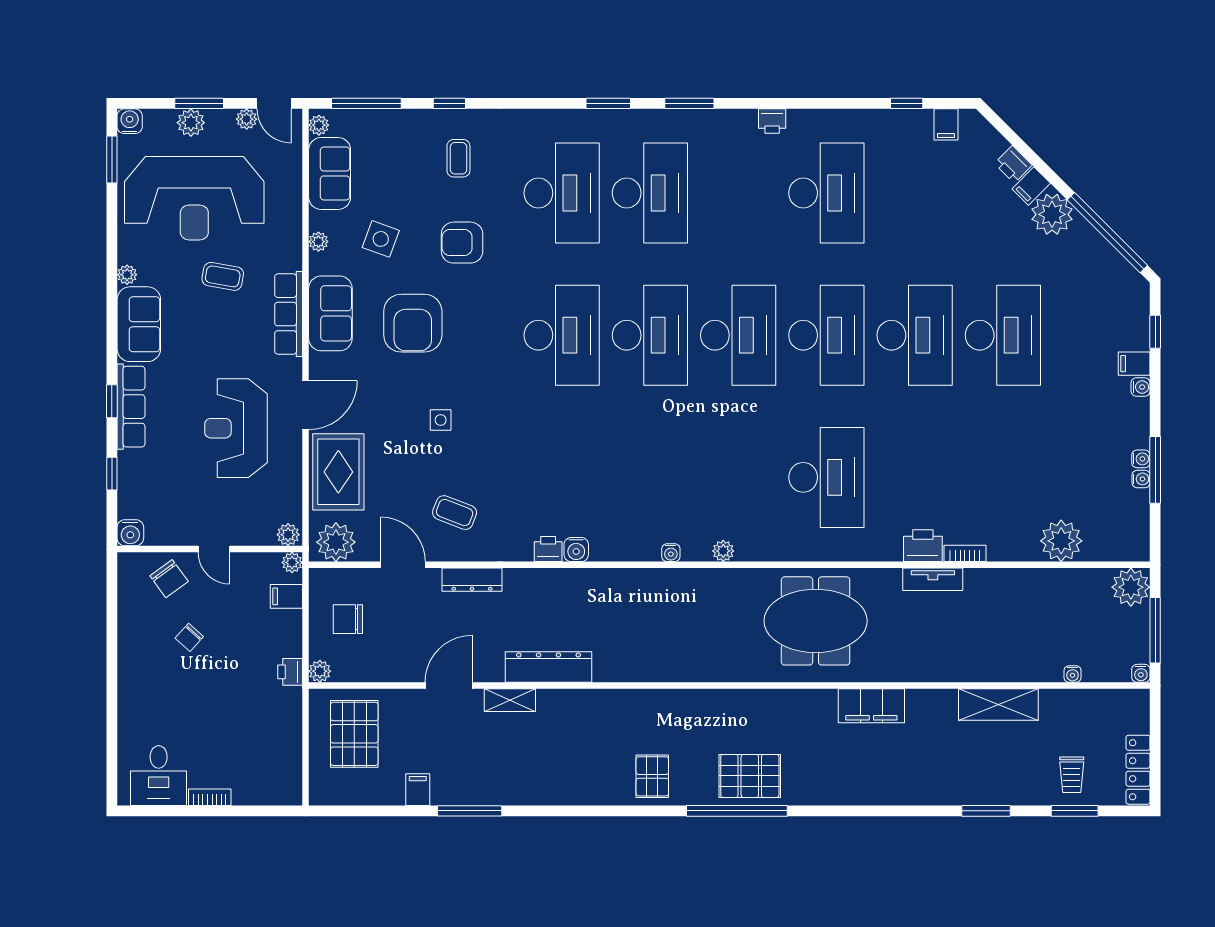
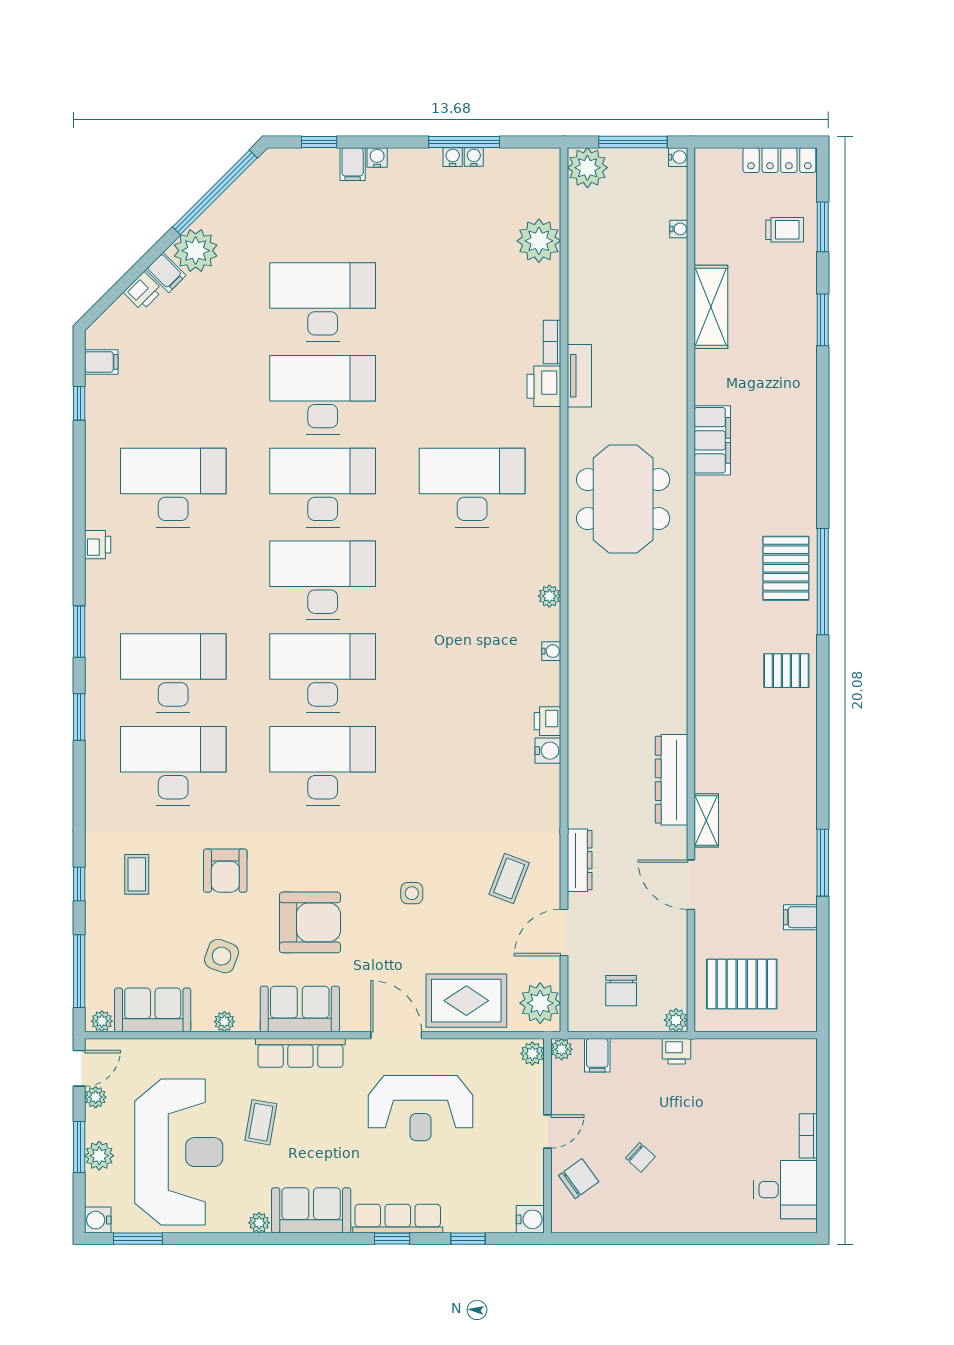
coffee table: (458, 158) -> (137, 874), turned 90
printer: (548, 549) -> (548, 721), moved

